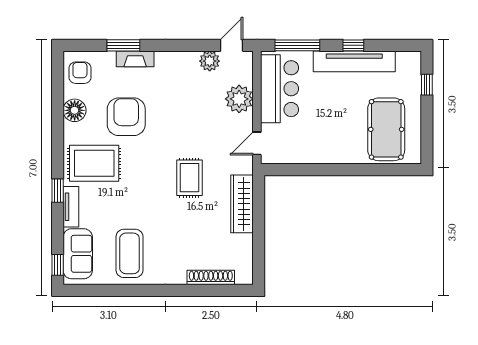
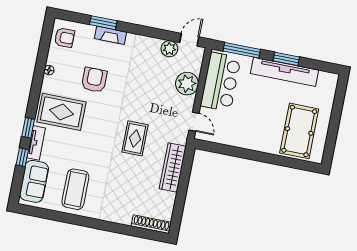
window: (353, 45) -> (286, 59), width x1.50
armchair: (80, 73) -> (64, 38), turned 90
window: (427, 85) -> (339, 102), removed
floor lamp: (75, 110) -> (49, 70), width x0.53, depth x0.53
armchair: (126, 117) -> (94, 80), width x0.73, depth x0.73
door: (257, 143) -> (194, 122), swing flipped
window: (58, 265) -> (22, 157), moved
shoe rack: (211, 277) -> (151, 224), moved

